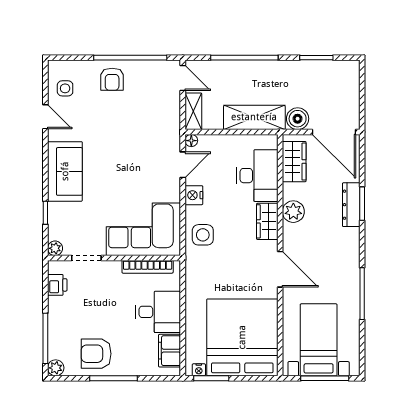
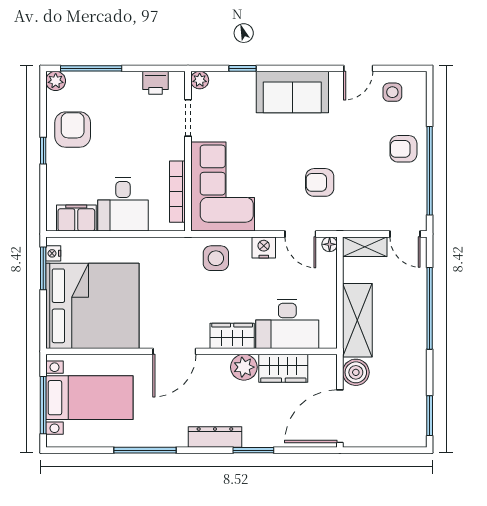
window: (316, 58) -> (430, 416), moved
door: (183, 78) -> (405, 234), hinge flipped
armchair: (140, 149) -> (320, 182), added
wardrobe: (294, 162) -> (283, 368), moved
dresser: (351, 205) -> (215, 437), moved
window: (113, 378) -> (43, 151), width x0.46

